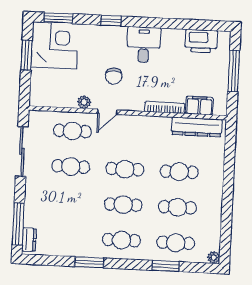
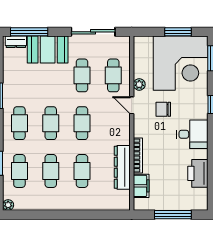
printer: (201, 41) -> (198, 173), moved
corner desk: (55, 45) -> (181, 63), width x1.36, depth x1.36
dresser: (197, 127) -> (122, 167), moved
booth: (39, 204) -> (48, 49), added

